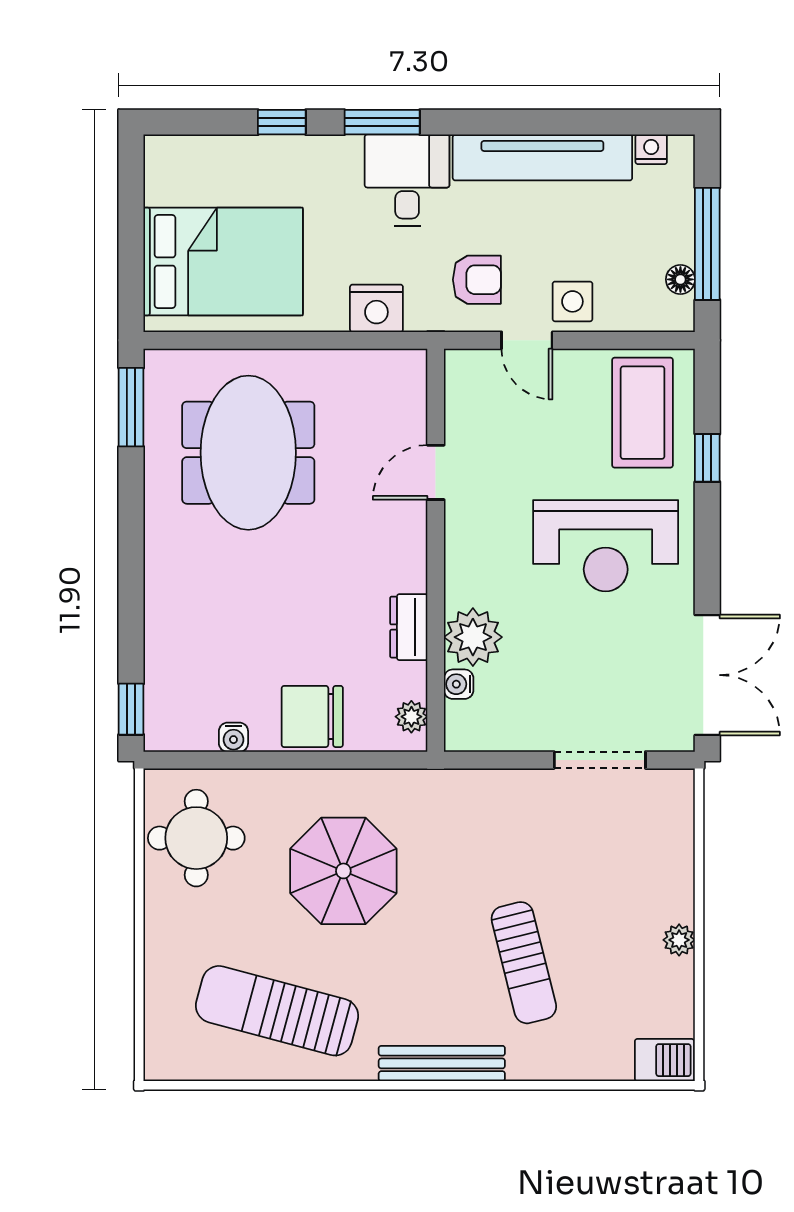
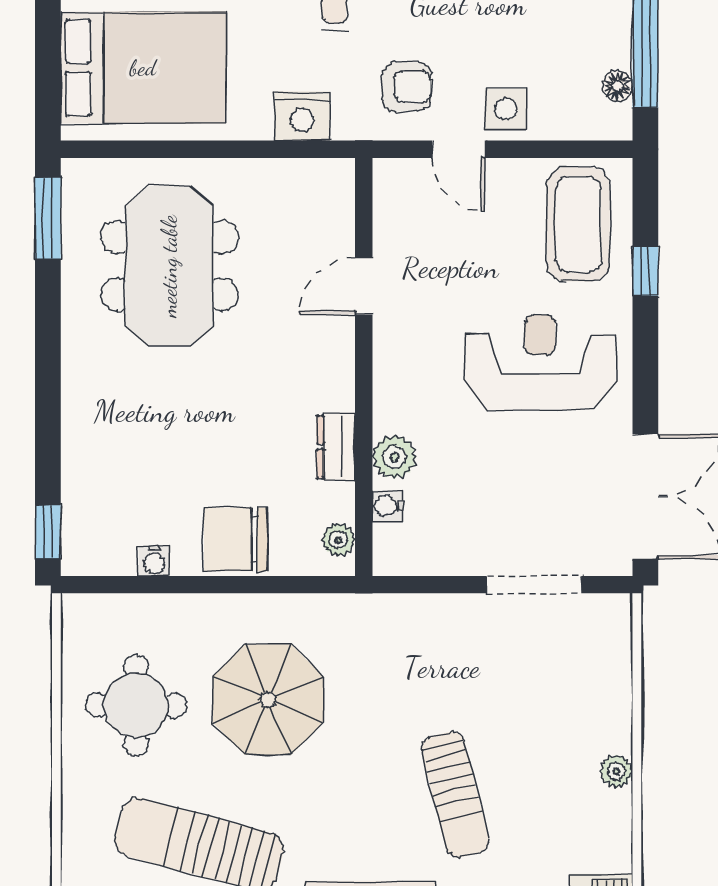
reception desk: (606, 546) -> (540, 362), turned 180
plant: (473, 637) -> (394, 457), width x0.73, depth x0.73
round table: (196, 838) -> (136, 705), moved

